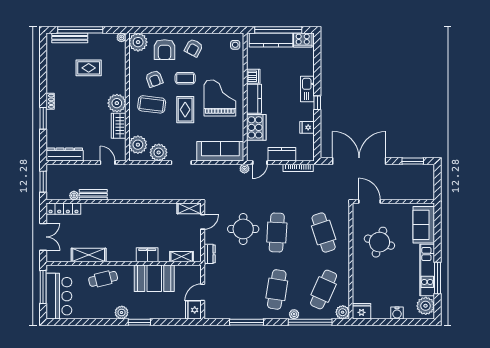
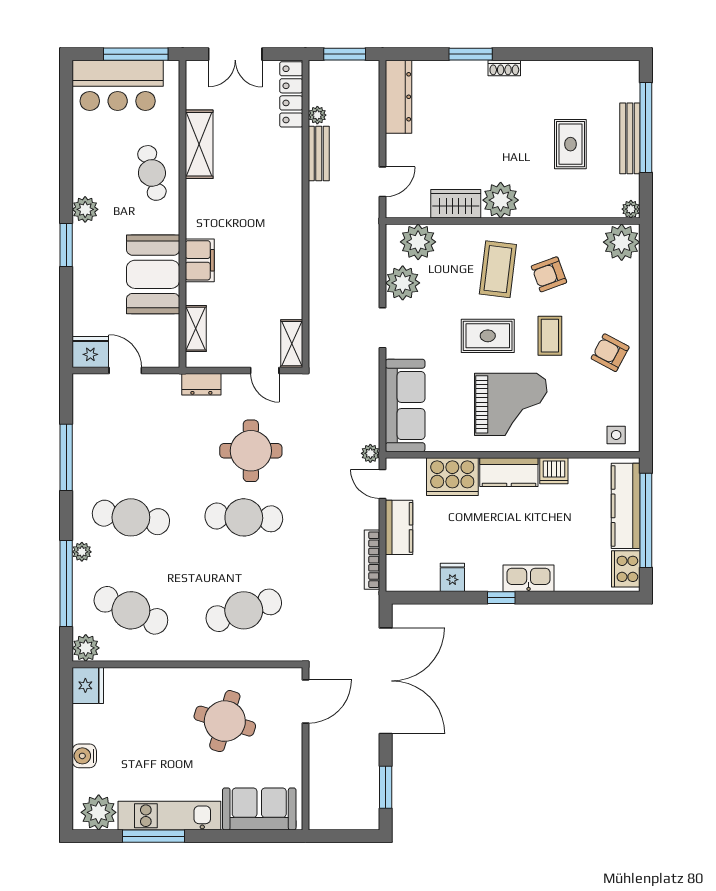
bench: (70, 38) -> (630, 138), moved
armchair: (165, 50) -> (607, 295), removed

